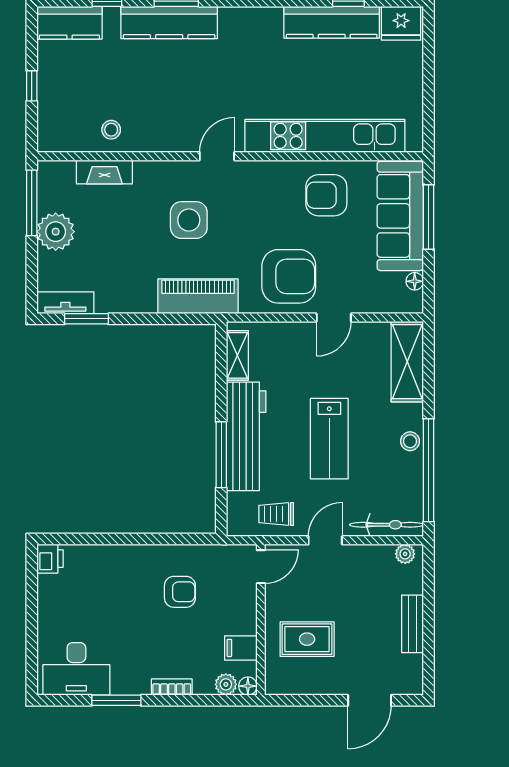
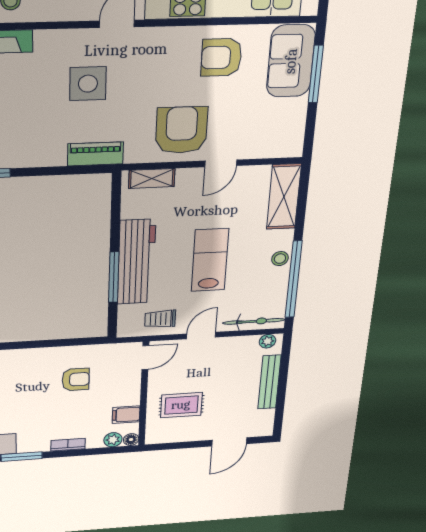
sofa: (400, 216) -> (291, 61), width x0.73
armchair: (289, 276) -> (182, 130), turned -90
floor lamp: (415, 281) -> (297, 130), removed
piano: (198, 296) -> (95, 154), width x0.73, depth x0.75
shelving: (237, 355) -> (152, 178), moved, turned 90
lab bench: (329, 439) -> (210, 260), turned 180
bench: (412, 624) -> (269, 382), width x1.36

